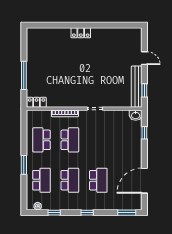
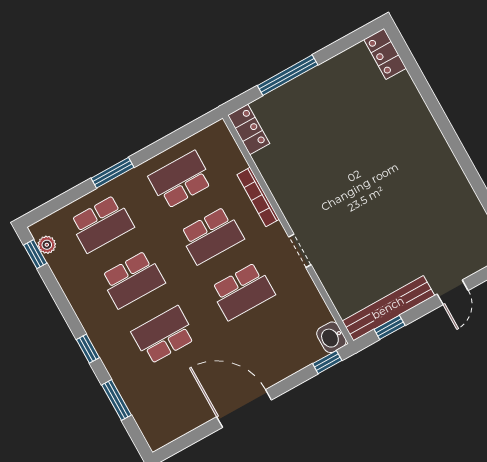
locker: (81, 33) -> (385, 54), moved
window: (144, 133) -> (327, 362), moved
school desk: (98, 140) -> (243, 291), added
school desk: (98, 180) -> (164, 335), turned 180
door: (144, 181) -> (244, 408), moved
window: (54, 213) -> (35, 254), moved
window: (127, 213) -> (116, 400), moved

